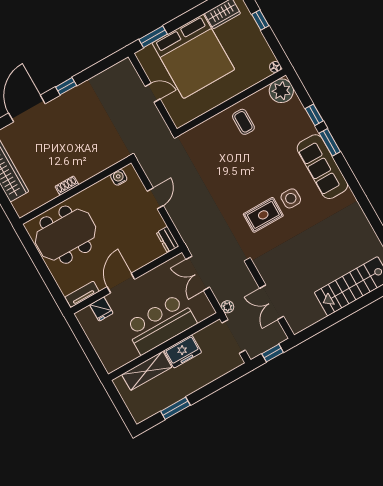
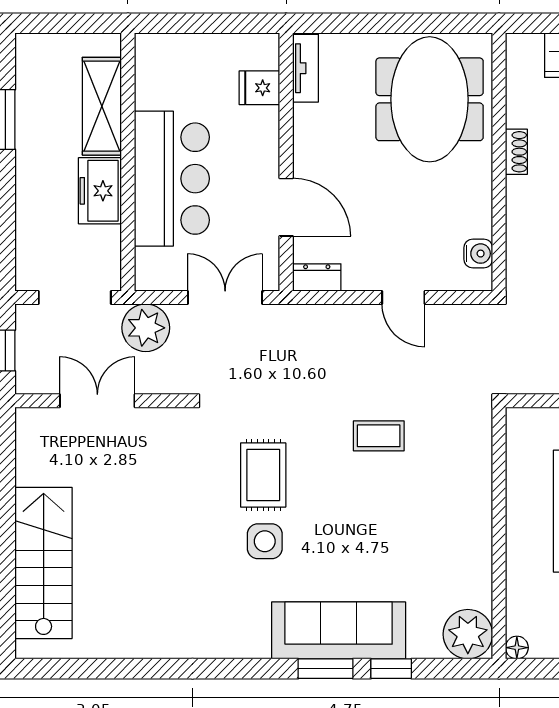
coffee table: (243, 122) -> (379, 436), moved
sofa: (322, 167) -> (339, 630), moved
door: (121, 283) -> (286, 207), moved
plant: (227, 307) -> (146, 328), width x1.88, depth x1.88

